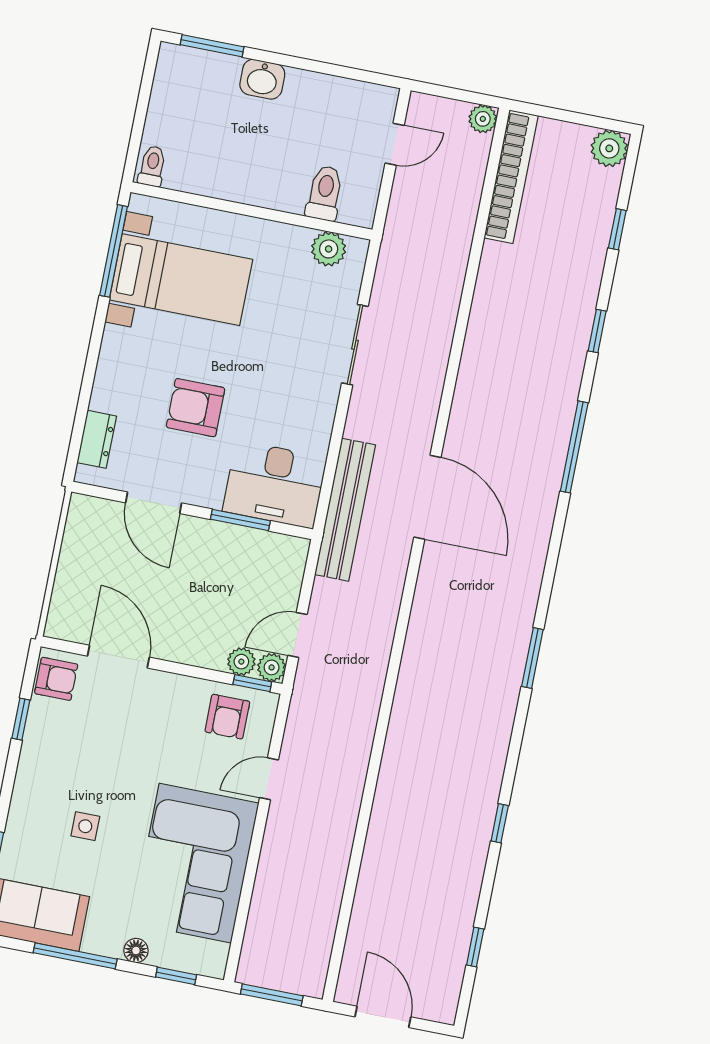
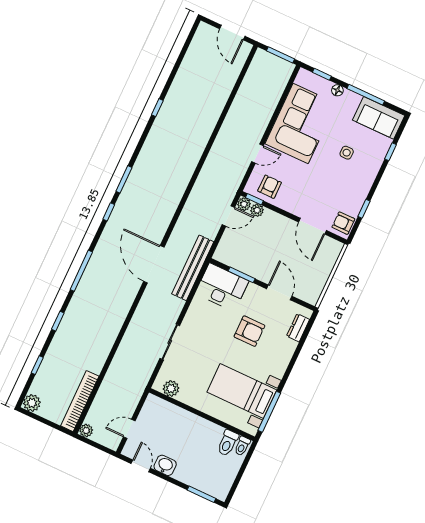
door: (352, 73) -> (141, 466), added
washbasin: (262, 79) -> (165, 465), moved
toilet: (325, 193) -> (228, 443), moved
window: (475, 947) -> (109, 212), moved

